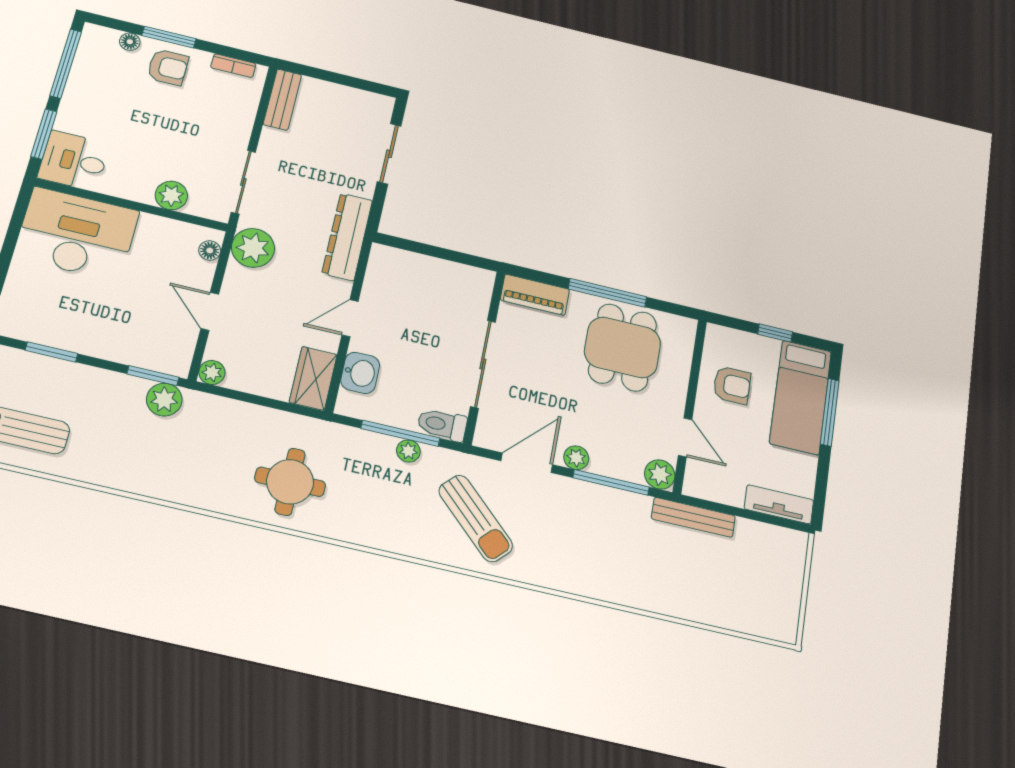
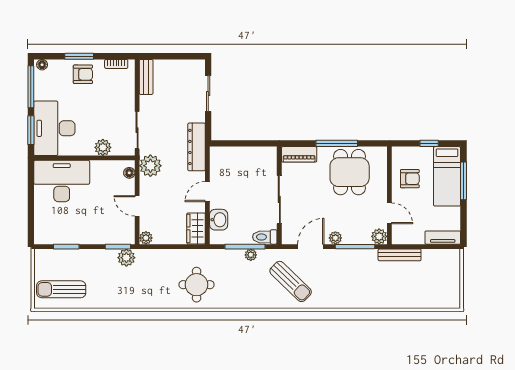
floor lamp: (130, 42) -> (42, 65), moved
desk: (74, 161) -> (54, 128), width x1.87, depth x1.30

